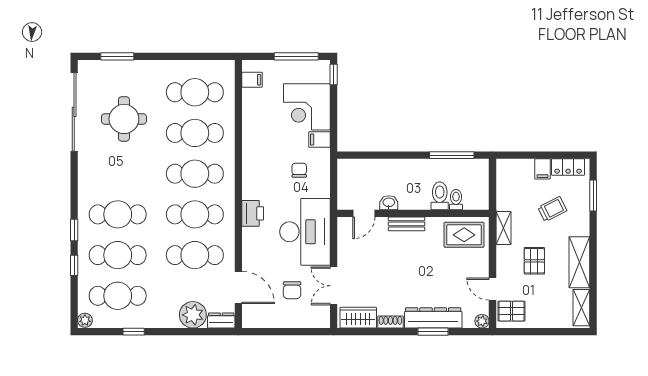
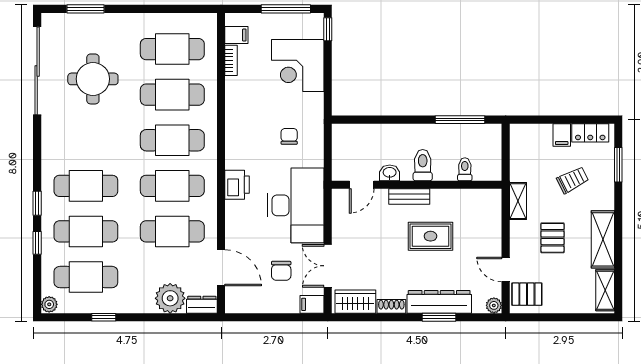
bookcase: (247, 102) -> (231, 60), added
filing cabinet: (320, 140) -> (312, 304), moved
toilet: (440, 196) -> (423, 165), moved
rug: (464, 235) -> (430, 236), moved

